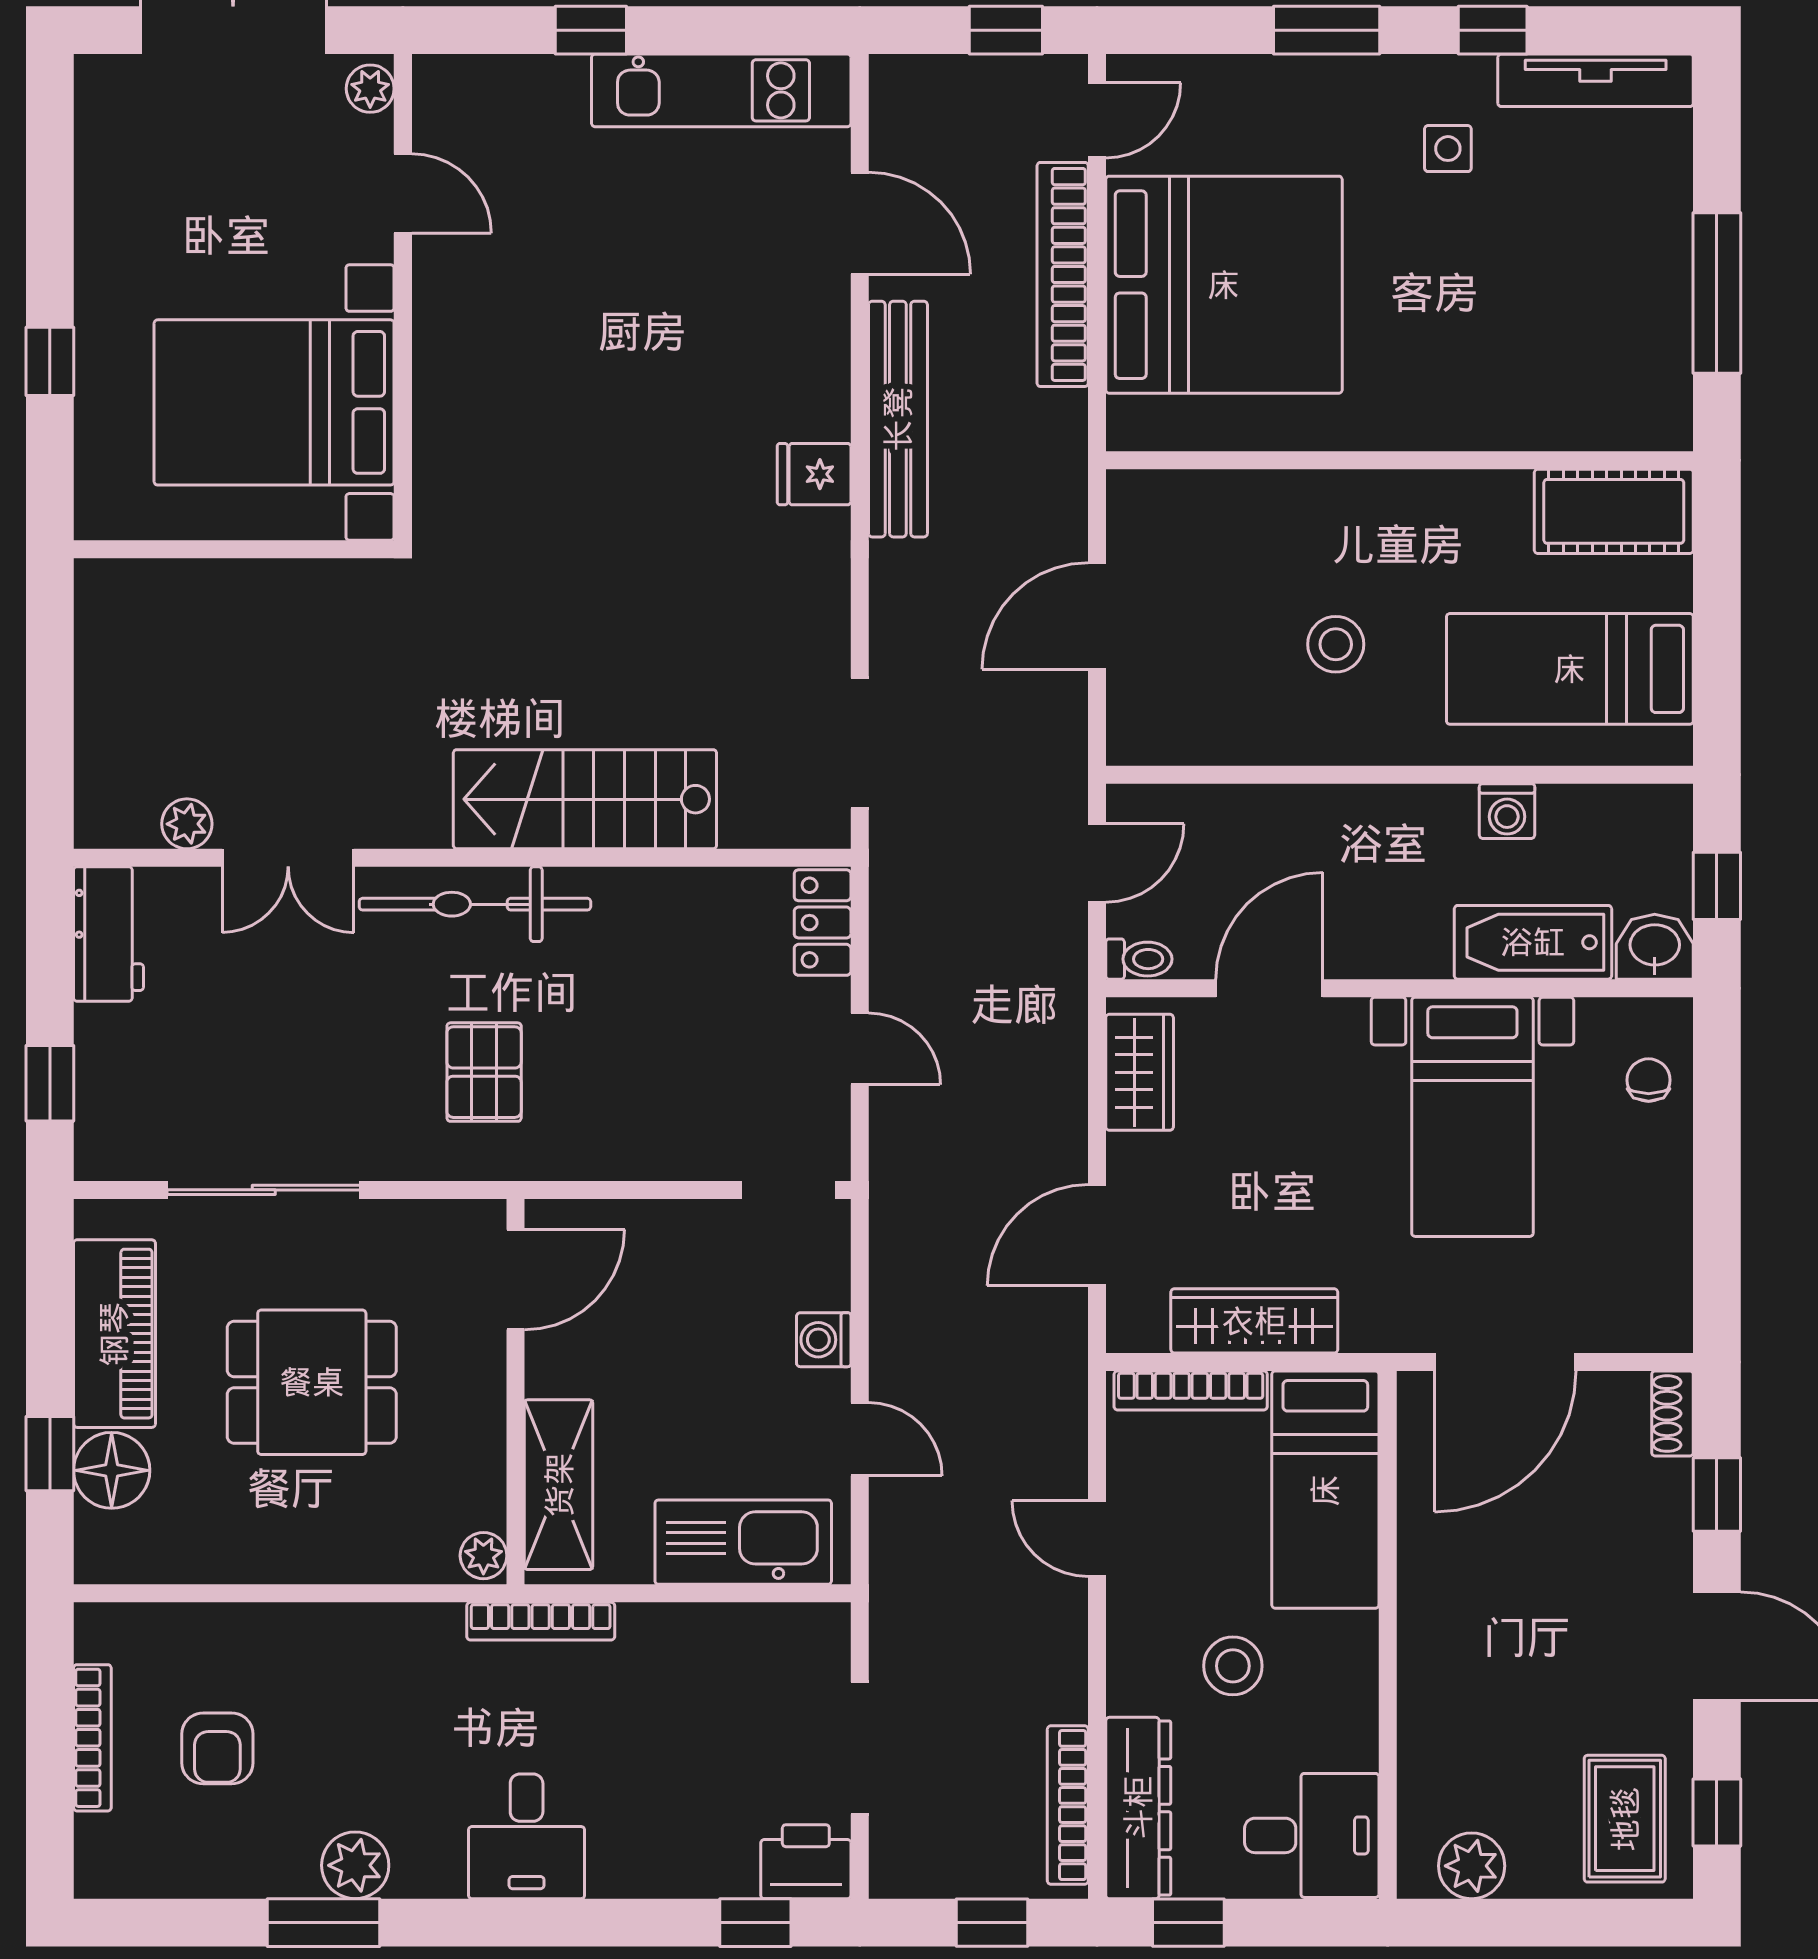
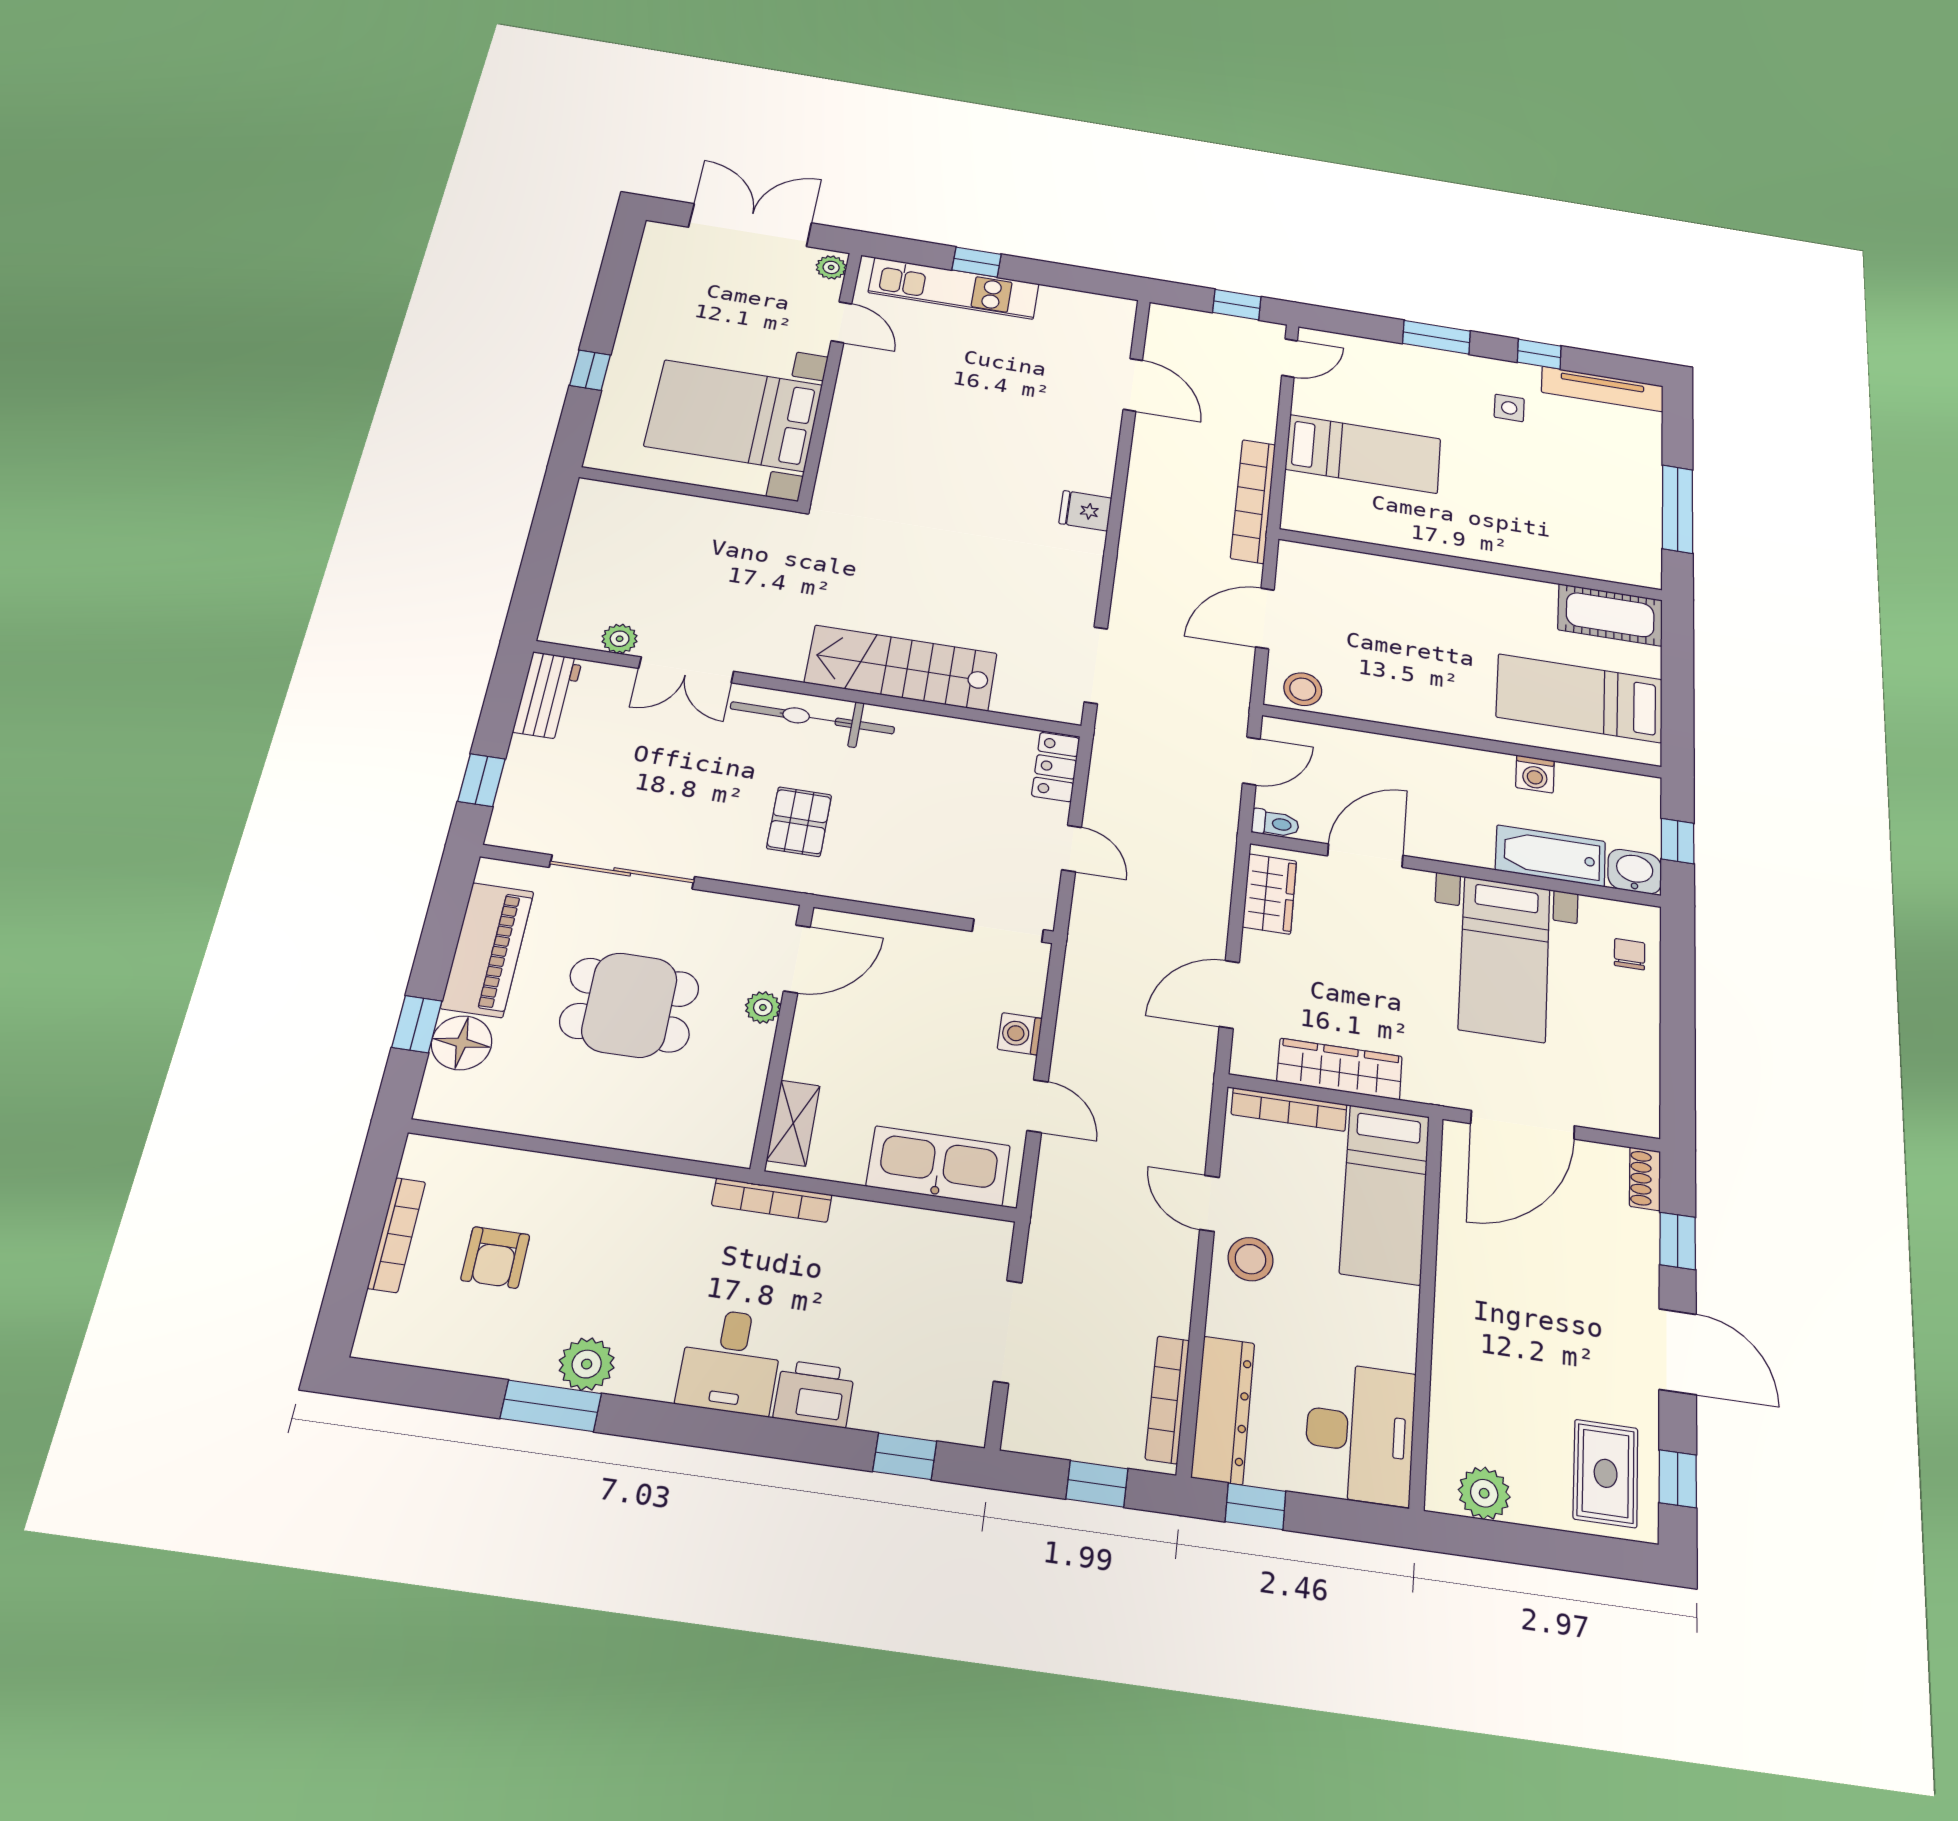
kitchen unit: (721, 90) -> (954, 288), moved
bookcase: (1063, 274) -> (1253, 501), moved
bed: (1224, 285) -> (1363, 454), width x0.49
bench: (898, 419) -> (1145, 490), removed
stool: (1336, 644) -> (1303, 689), moved
shelving: (559, 1485) -> (793, 1123), width x0.67, depth x0.75
plant: (483, 1556) -> (763, 1007), moved
stool: (1233, 1666) -> (1250, 1259), moved
desk: (1312, 1835) -> (1360, 1433), width x1.37
printer: (806, 1862) -> (814, 1394), moved

